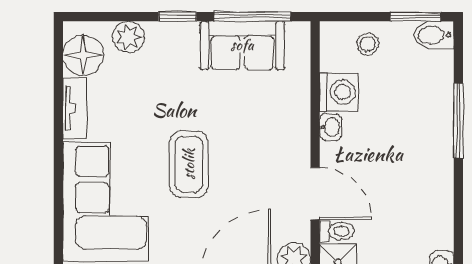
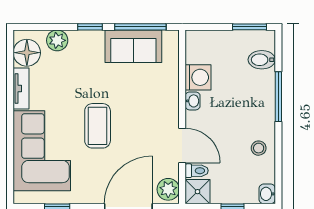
bidet: (434, 35) -> (262, 60), moved
stool: (368, 44) -> (259, 148), moved

